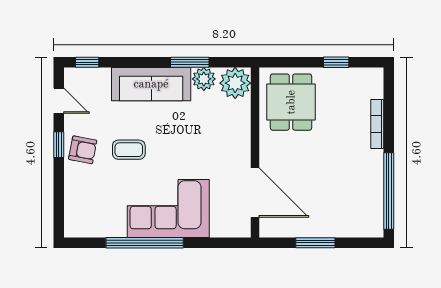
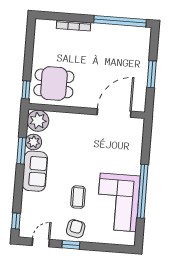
window: (336, 62) -> (26, 90), moved
sofa: (151, 84) -> (35, 171), width x0.73
corner sofa: (168, 208) -> (118, 202), moved

